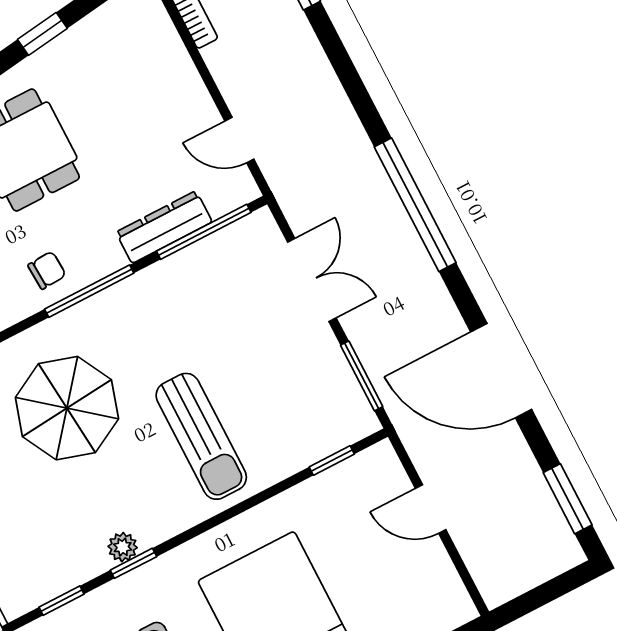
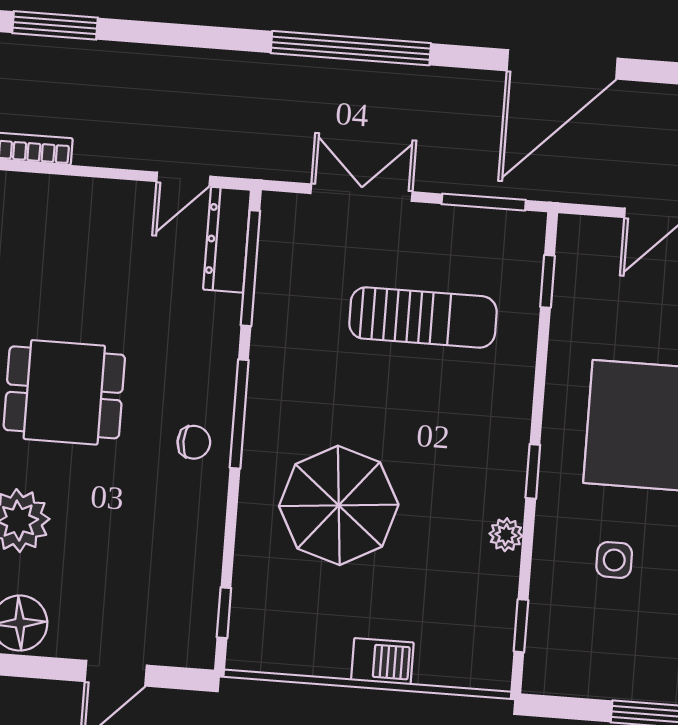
dresser: (164, 227) -> (227, 240), moved
chair: (47, 270) -> (194, 442), turned 93
sun lounger: (201, 436) -> (423, 317), moved
window: (133, 563) -> (533, 471), moved

